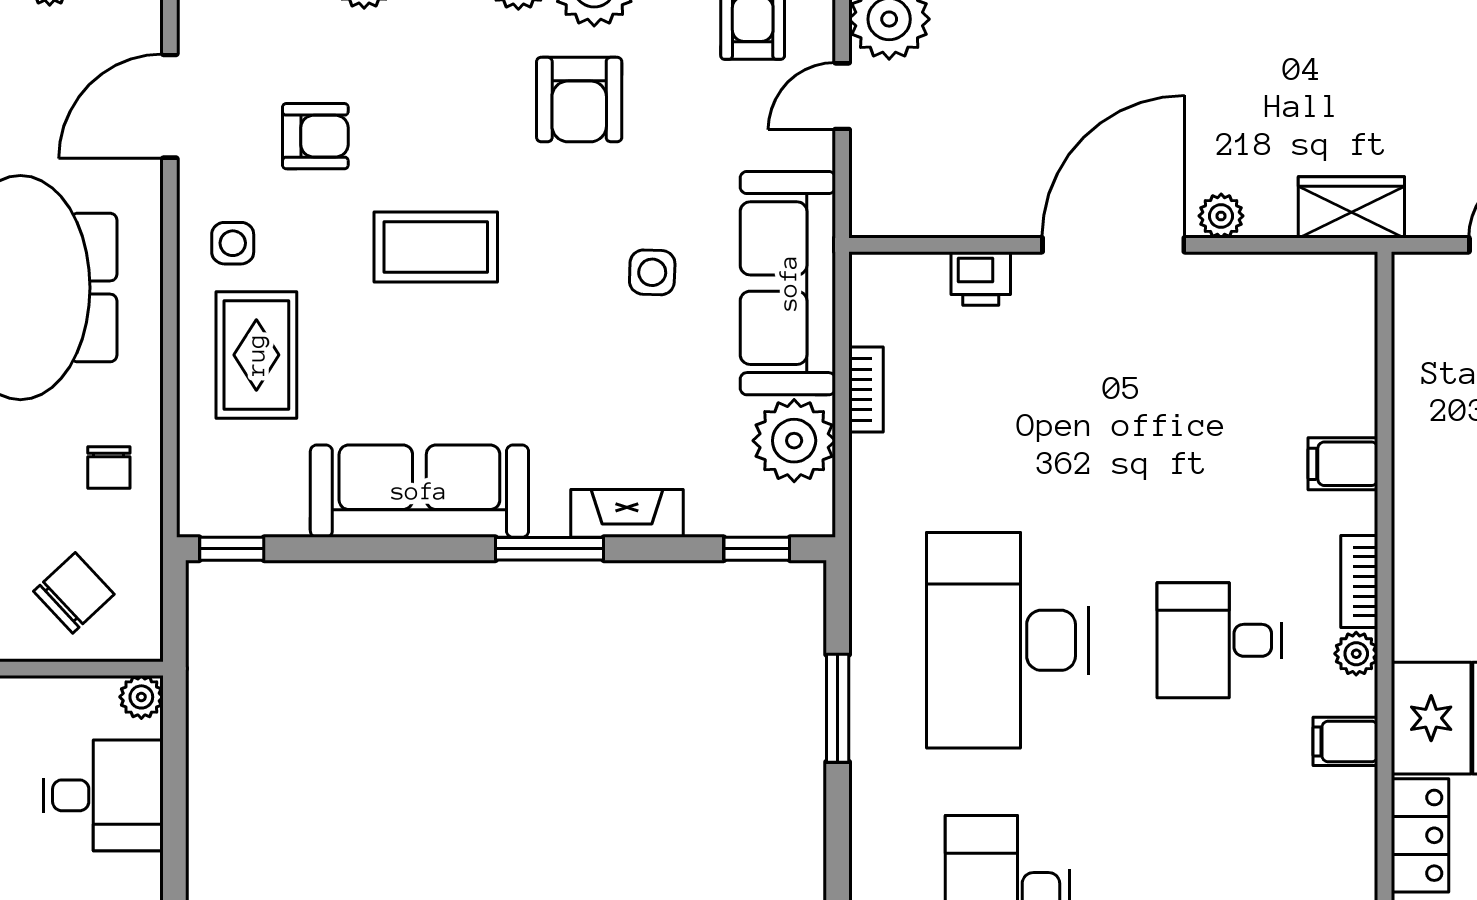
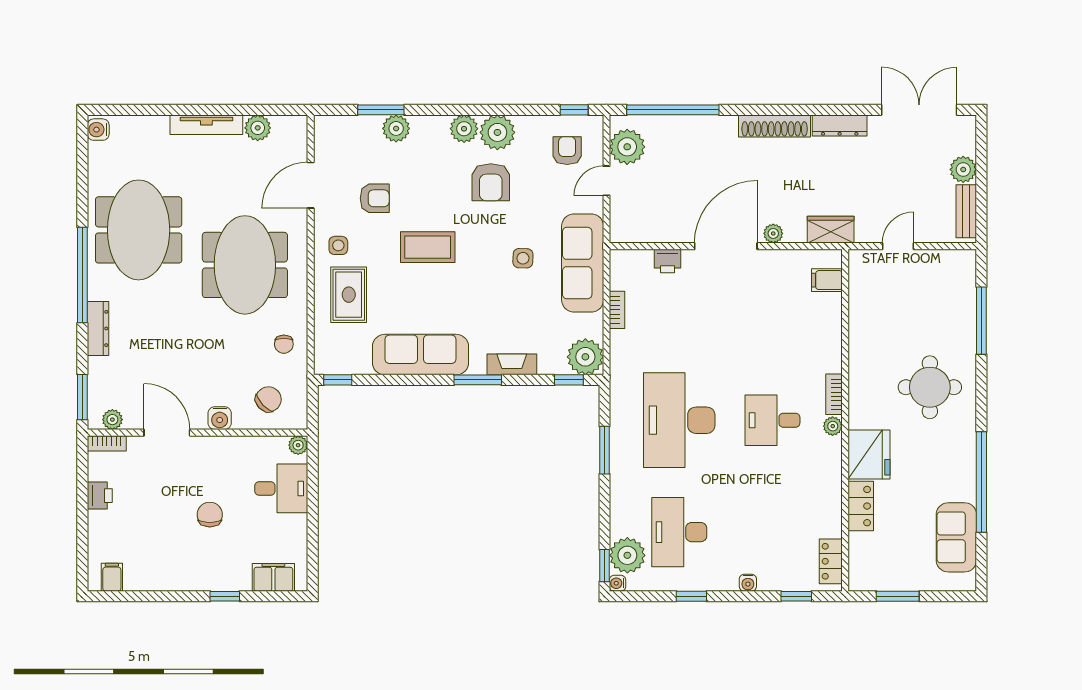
plant: (794, 441) -> (585, 357), moved
filing cabinet: (1343, 464) -> (827, 280), moved
filing cabinet: (1345, 741) -> (828, 465), removed

